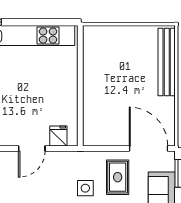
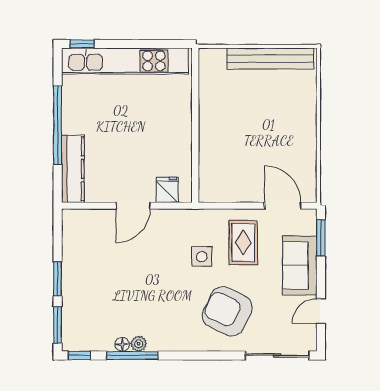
bench: (167, 62) -> (270, 59), moved, turned 90
door: (149, 148) -> (283, 206), width x0.73

